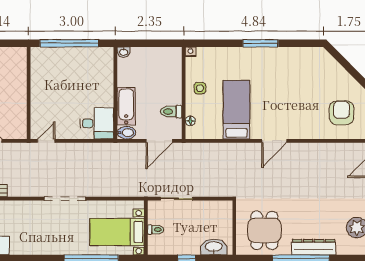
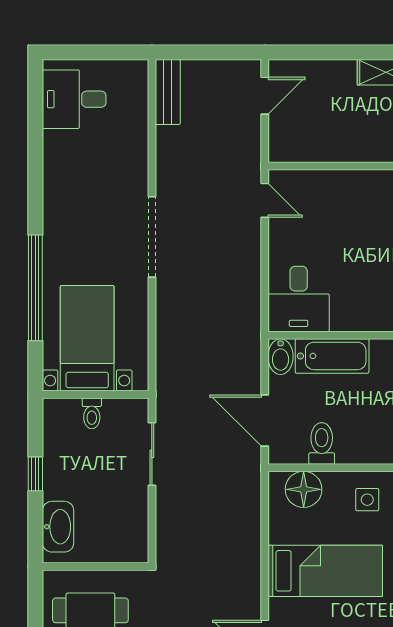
floor lamp: (190, 121) -> (304, 489), width x1.89, depth x1.89

